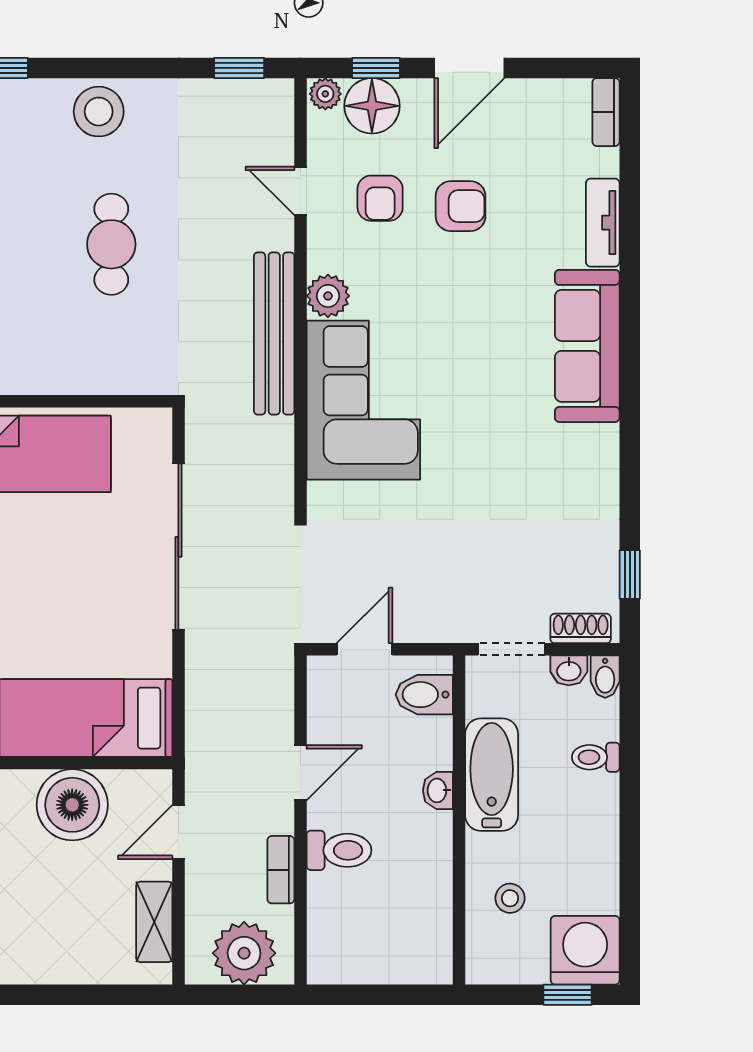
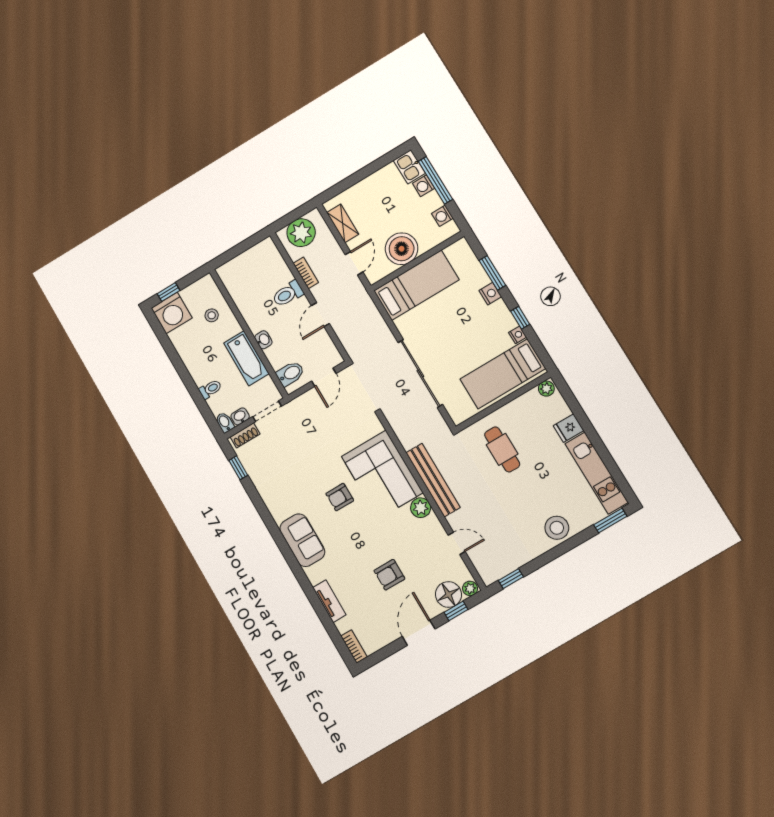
armchair: (380, 198) -> (340, 497), moved, turned -90
cafe table: (111, 244) -> (502, 449), moved
sofa: (587, 346) -> (302, 540), width x0.73

